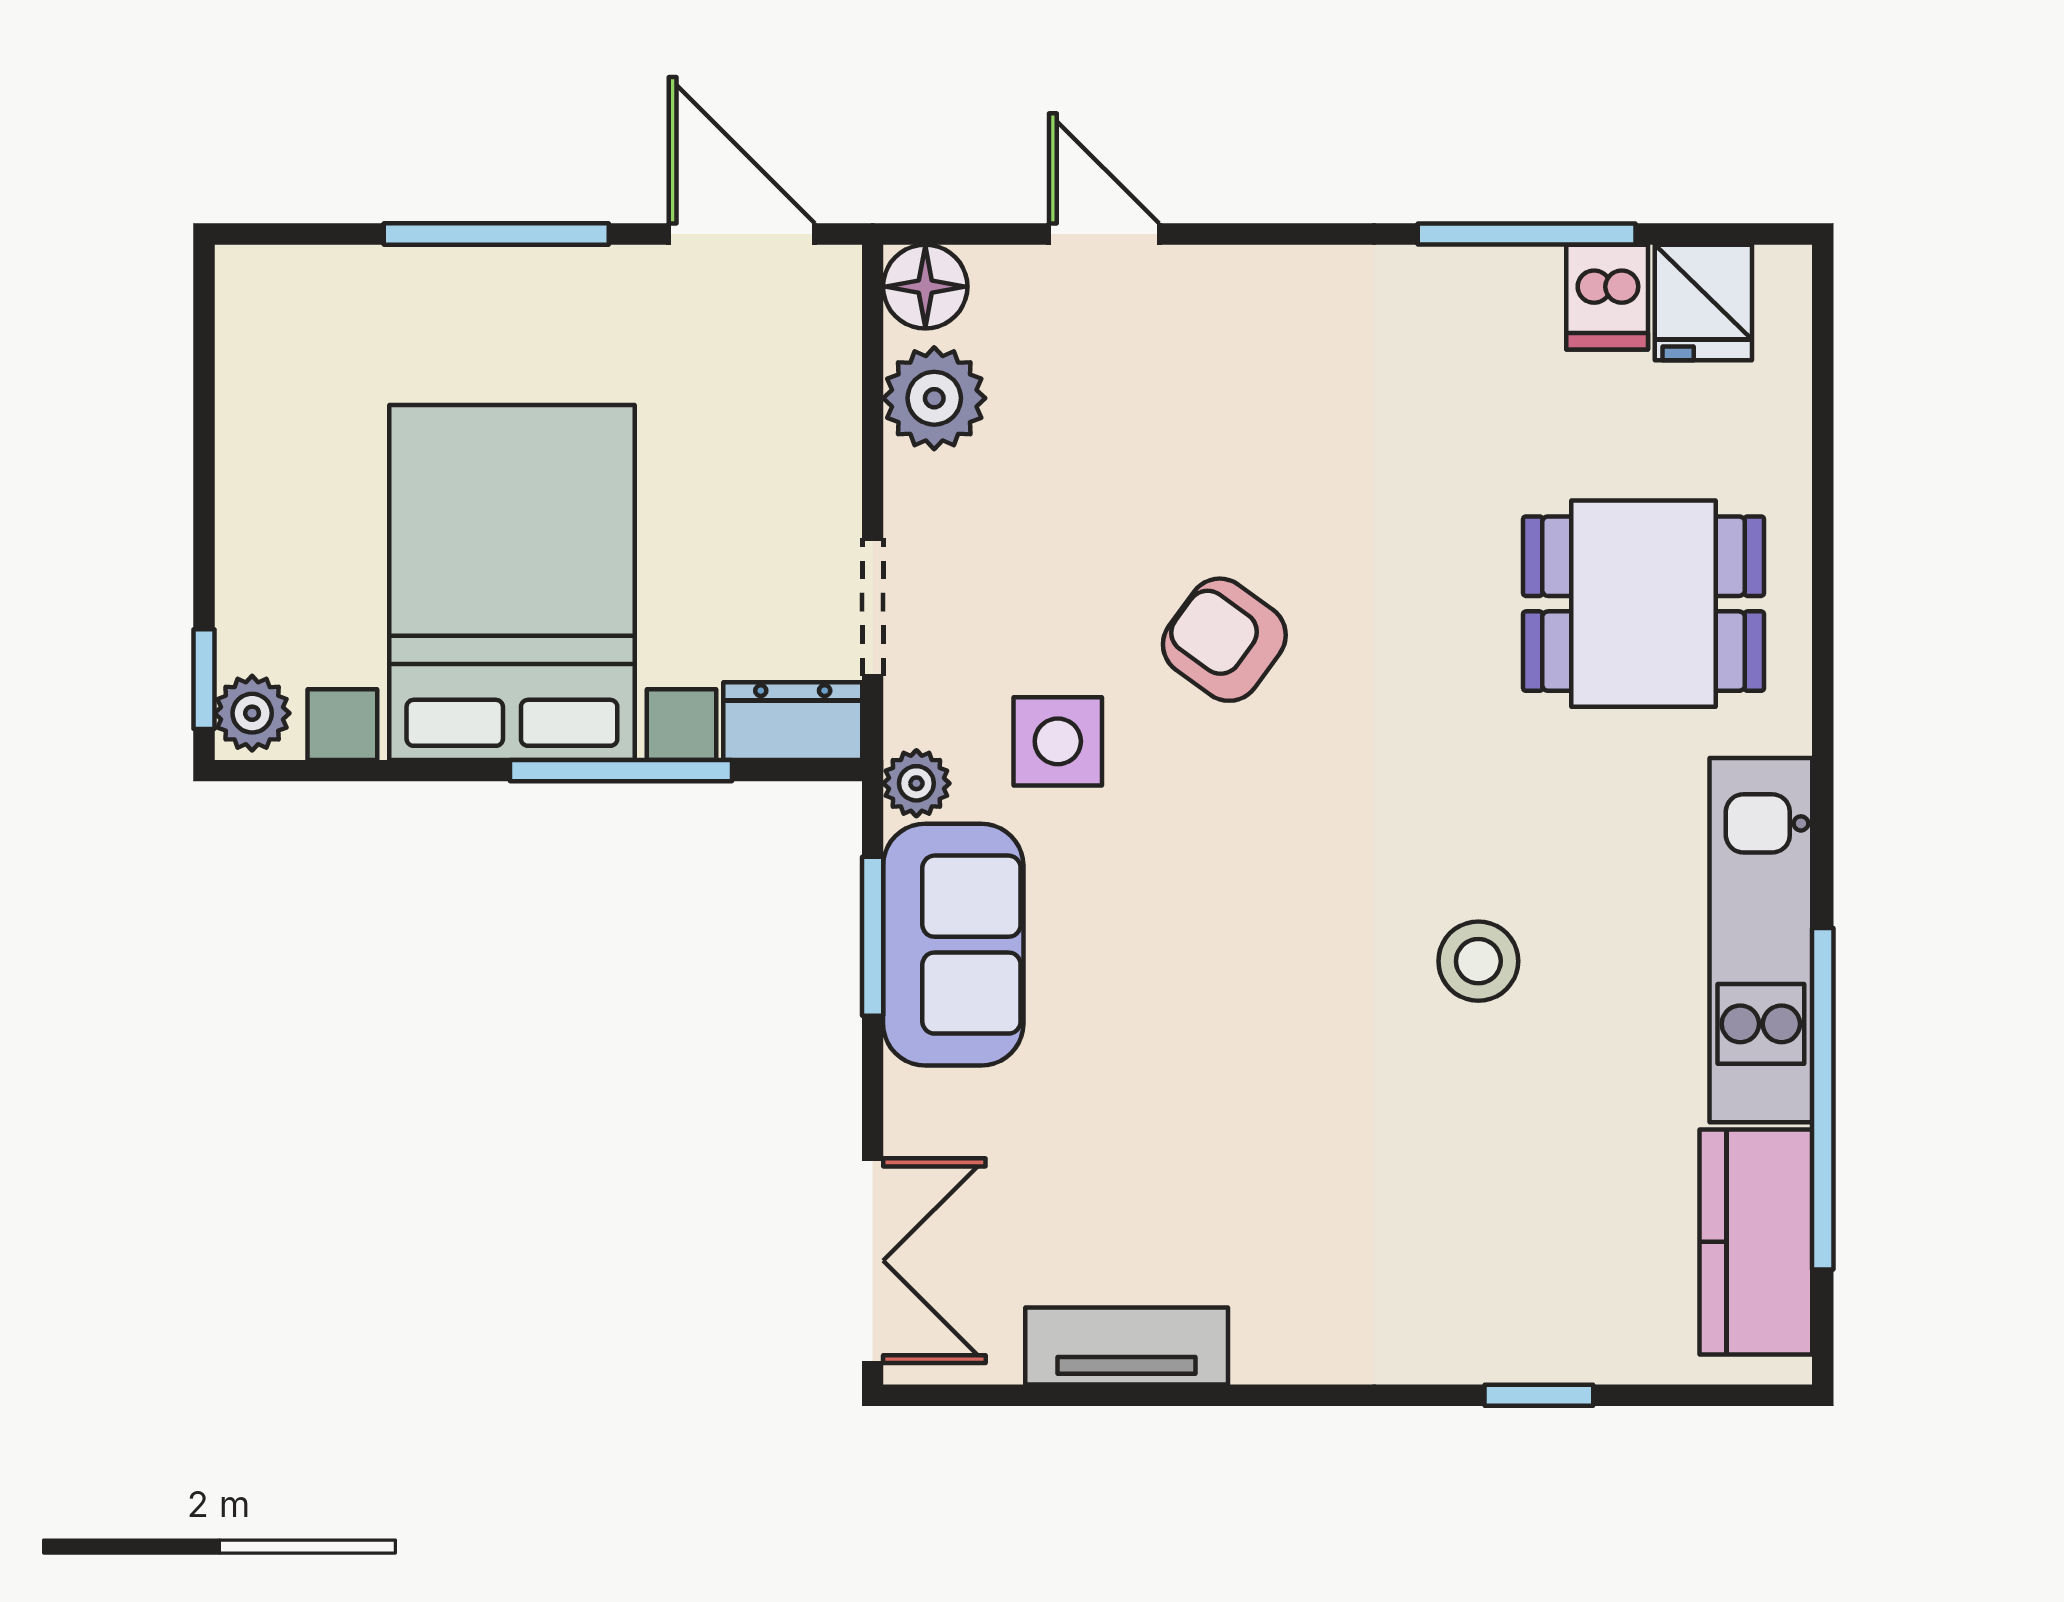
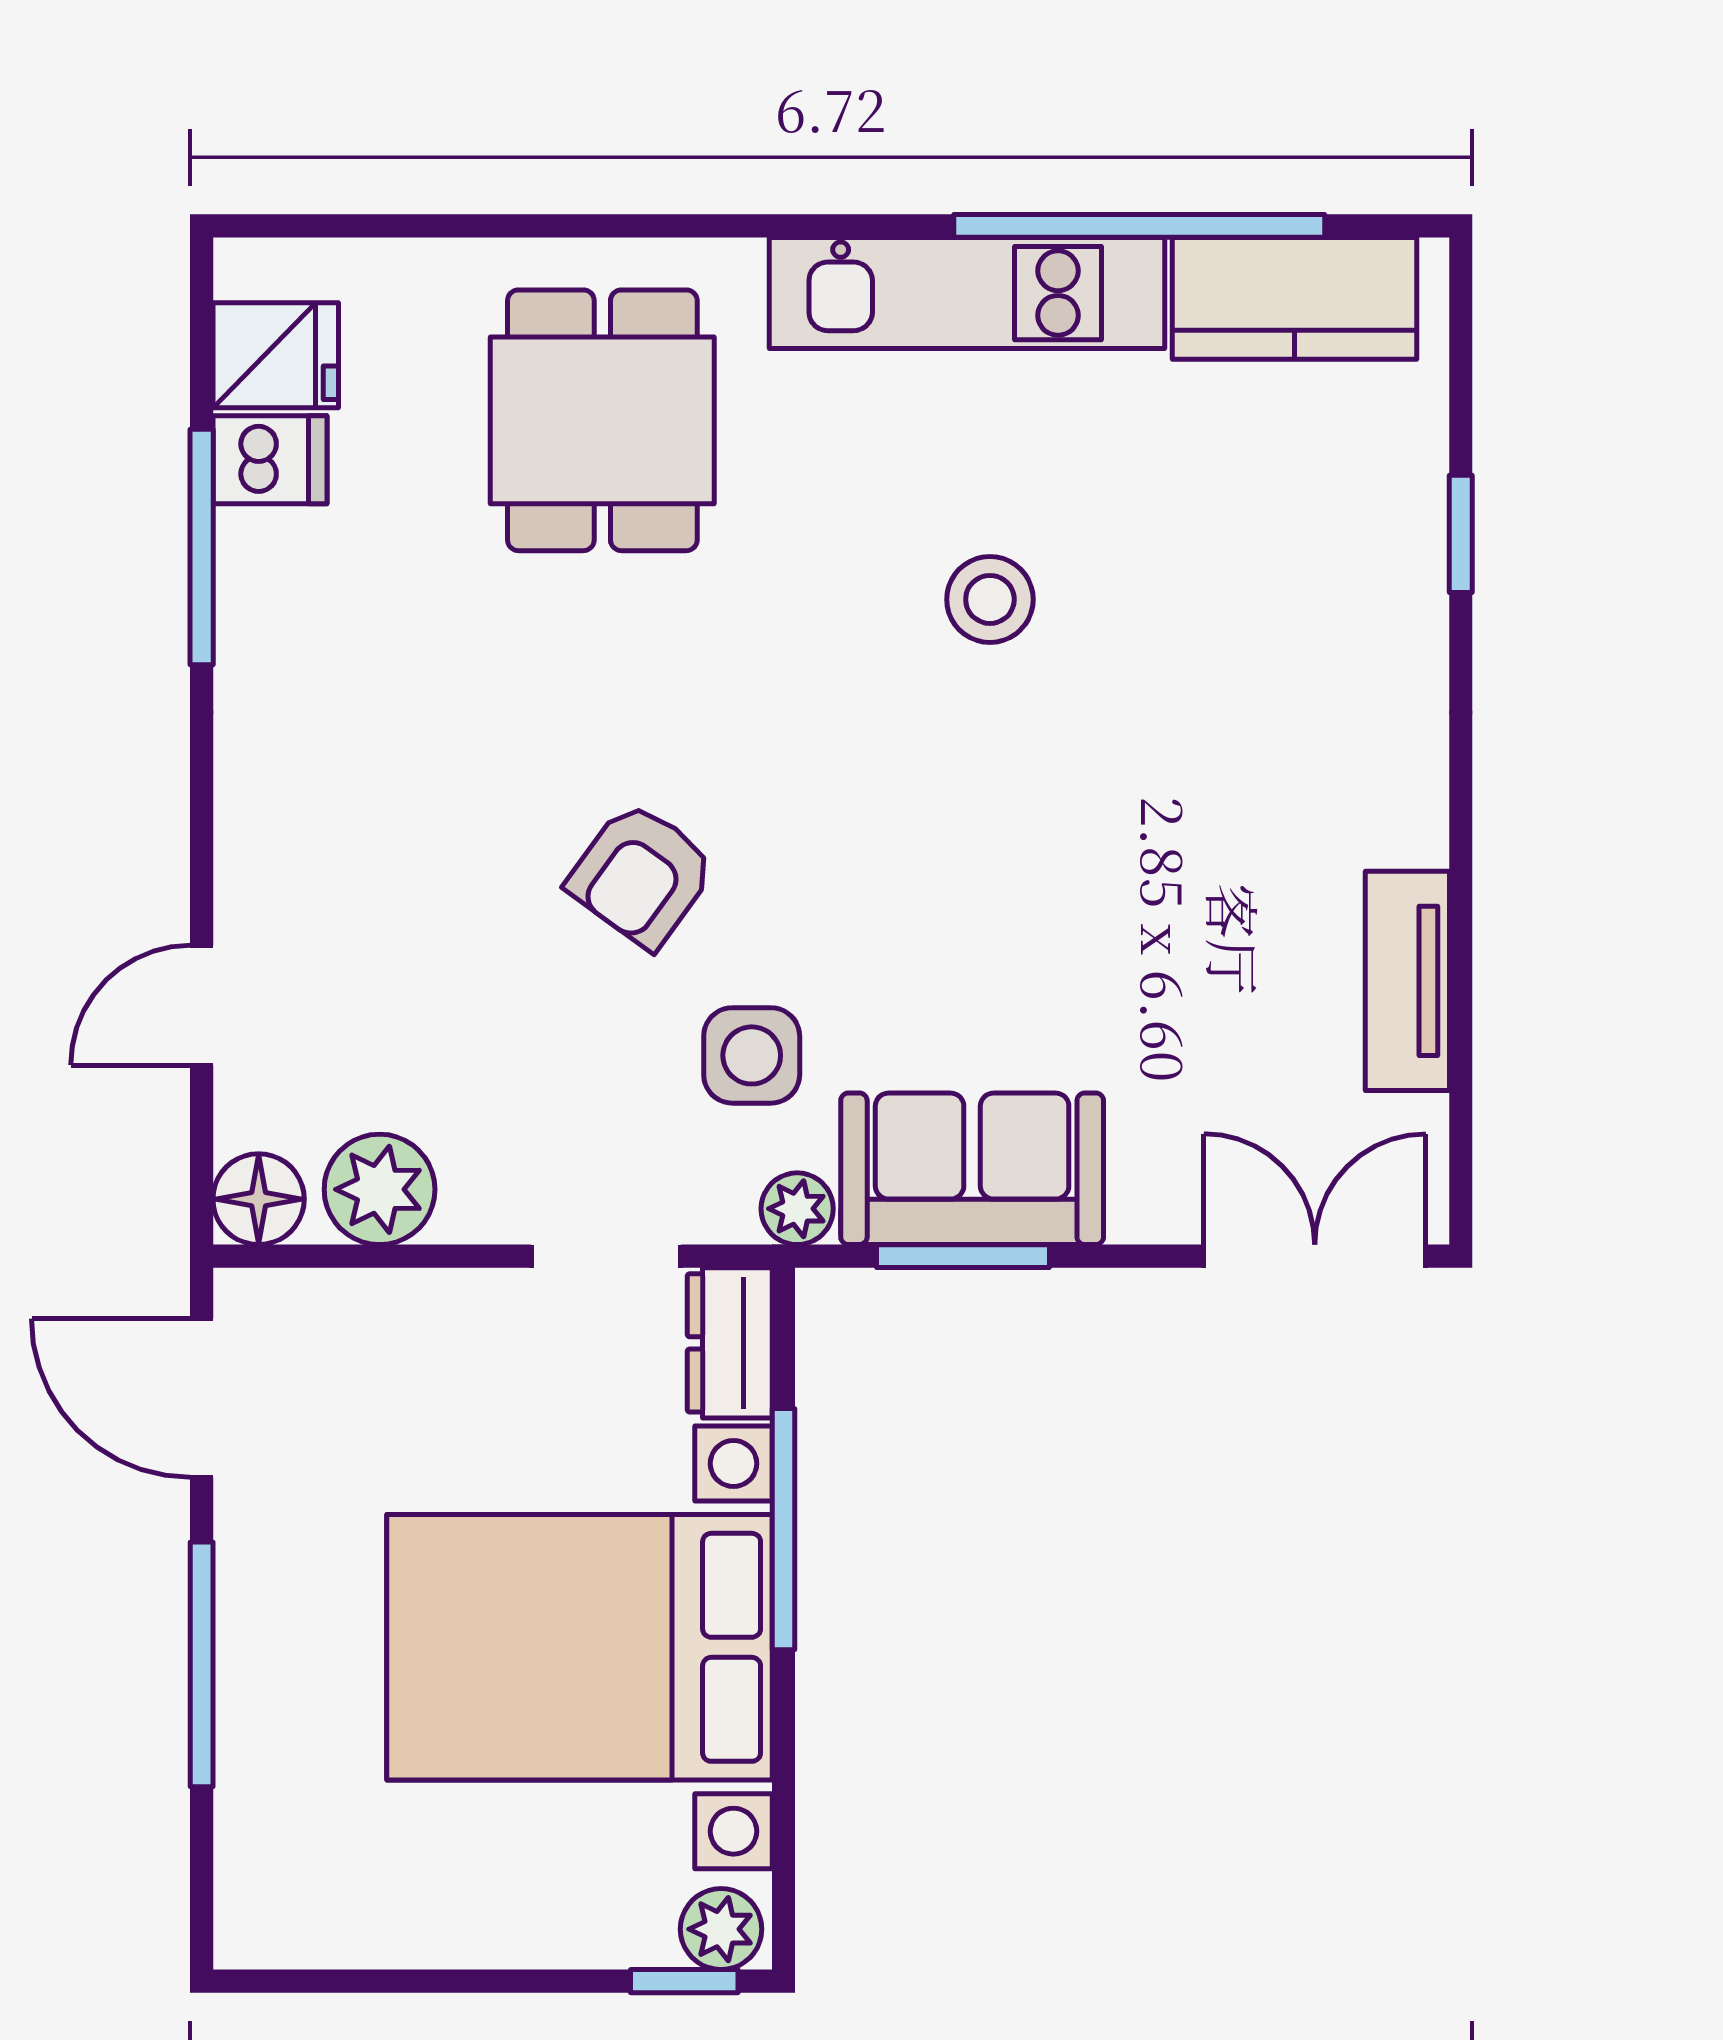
door: (742, 234) -> (202, 1398), hinge flipped

